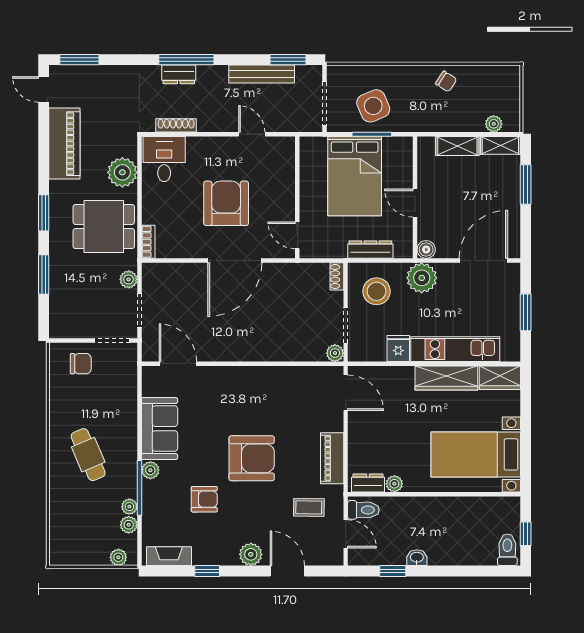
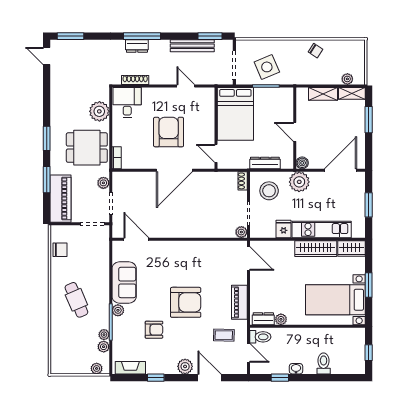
piano: (64, 144) -> (61, 199), moved
bed: (355, 176) -> (235, 114), moved
chair: (81, 364) -> (60, 250), moved
window: (526, 432) -> (369, 285), added
toilet: (507, 550) -> (324, 363), moved

